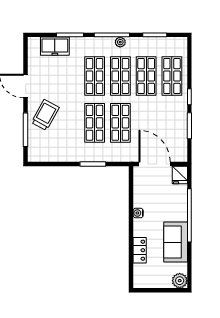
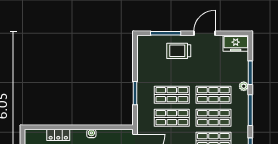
plant: (120, 42) -> (244, 86), moved
freezer: (55, 46) -> (236, 43), moved, turned -90
trolley: (45, 115) -> (179, 51), turned 151

